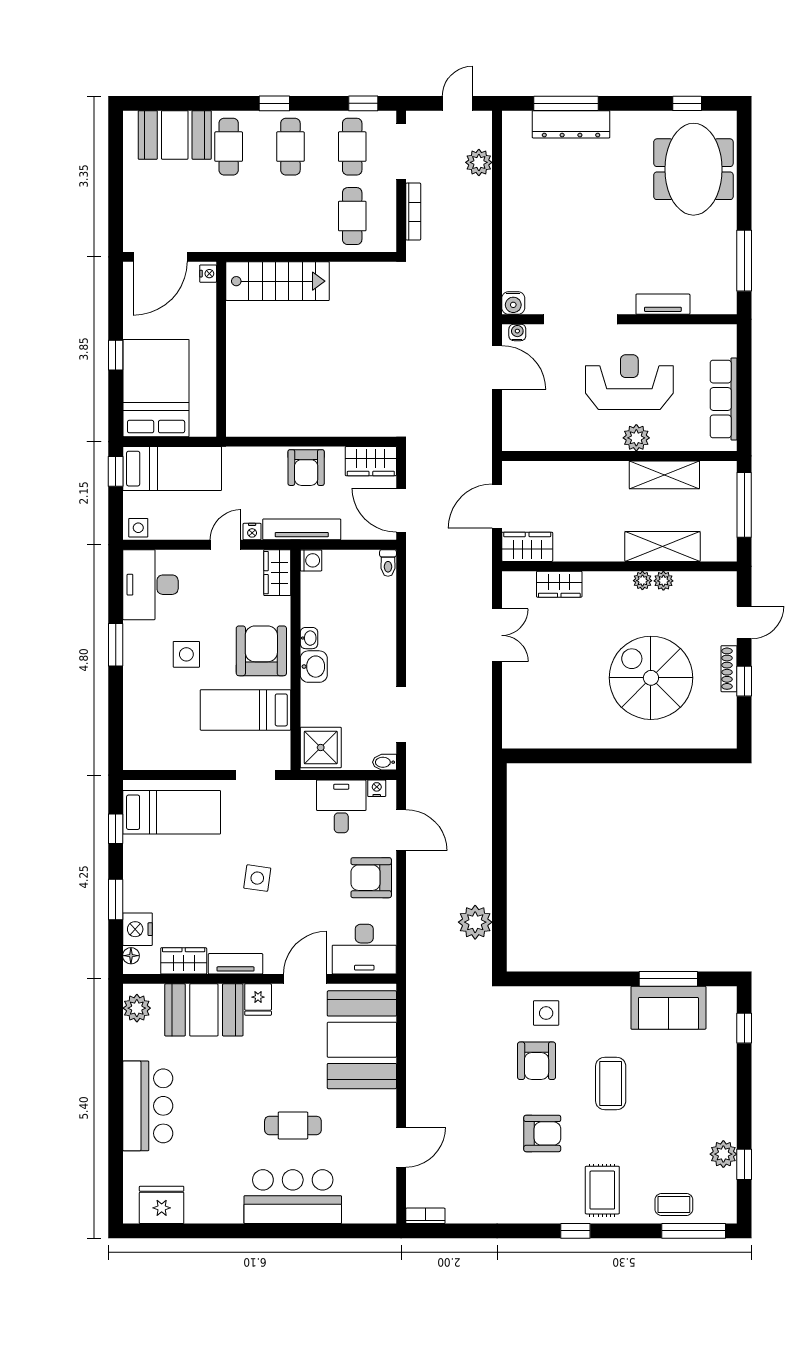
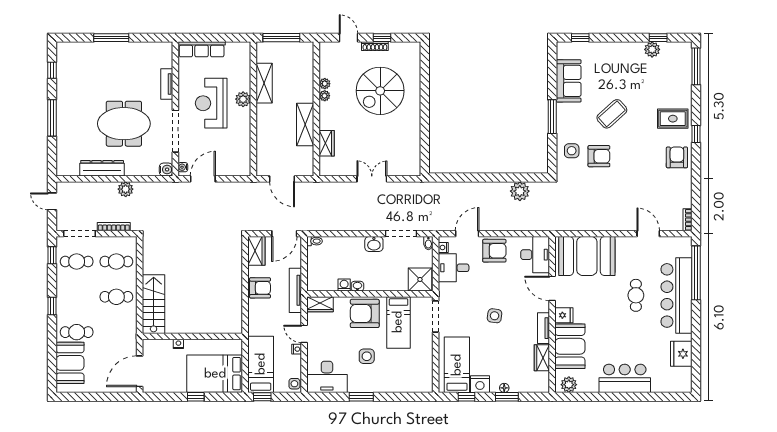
window: (566, 103) -> (52, 118), moved
dresser: (571, 124) -> (102, 168), moved, turned -90
cafe table: (290, 147) -> (116, 297), moved
plant: (479, 162) -> (126, 189), moved
meeting table: (693, 169) -> (124, 124), moved
door: (160, 257) -> (140, 371), swing flipped
window: (744, 261) -> (111, 38), moved
nightstand: (208, 274) -> (178, 344), moved
row of seats: (724, 399) -> (202, 49), moved
nightstand: (252, 532) -> (297, 349), moved
wardrobe: (527, 547) -> (305, 162), removed
shelving: (663, 547) -> (305, 125), moved
washing machine: (311, 560) -> (344, 285), moved
double door: (497, 635) -> (372, 179), moved
washbasin: (314, 667) -> (374, 244), moved, turned 180
doorway: (256, 775) -> (436, 317), width x1.38
armchair: (371, 878) -> (494, 251), turned -90
nightstand: (138, 929) -> (480, 384), moved
floor lamp: (131, 956) -> (504, 388), moved
window: (668, 979) -> (552, 117), moved
coffee table: (611, 1084) -> (612, 114), turned -42
armchair: (542, 1133) -> (677, 157), moved
bar counter: (293, 1197) -> (677, 295), width x1.36
coffee table: (674, 1204) -> (681, 78), removed
fridge: (162, 1205) -> (681, 354), moved
window: (332, 1231) -> (696, 273), added

